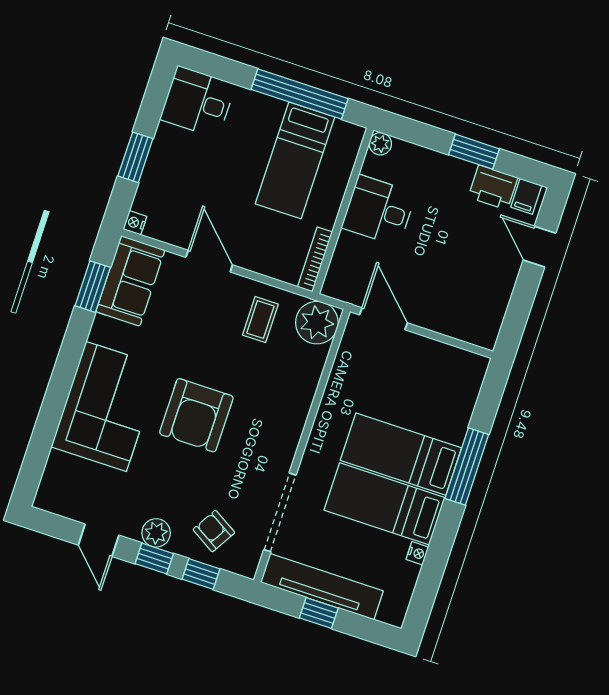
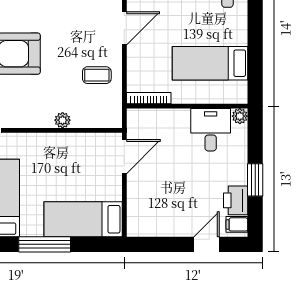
window: (300, 94) -> (255, 52), removed
desk: (379, 210) -> (211, 130), moved
plant: (317, 323) -> (63, 120), moved, width x0.53, depth x0.53
bed: (401, 454) -> (83, 219), moved, turned -90

